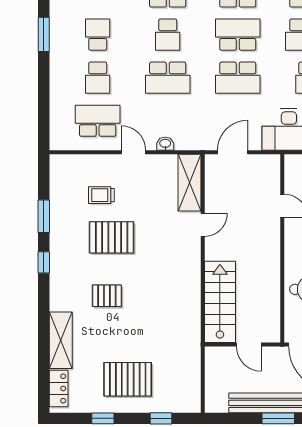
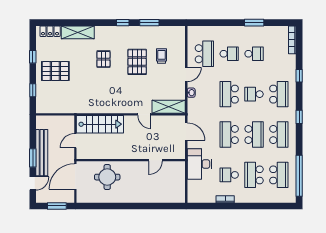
school desk: (98, 78) -> (229, 54), turned 180
pallet: (128, 379) -> (55, 71), turned 90

